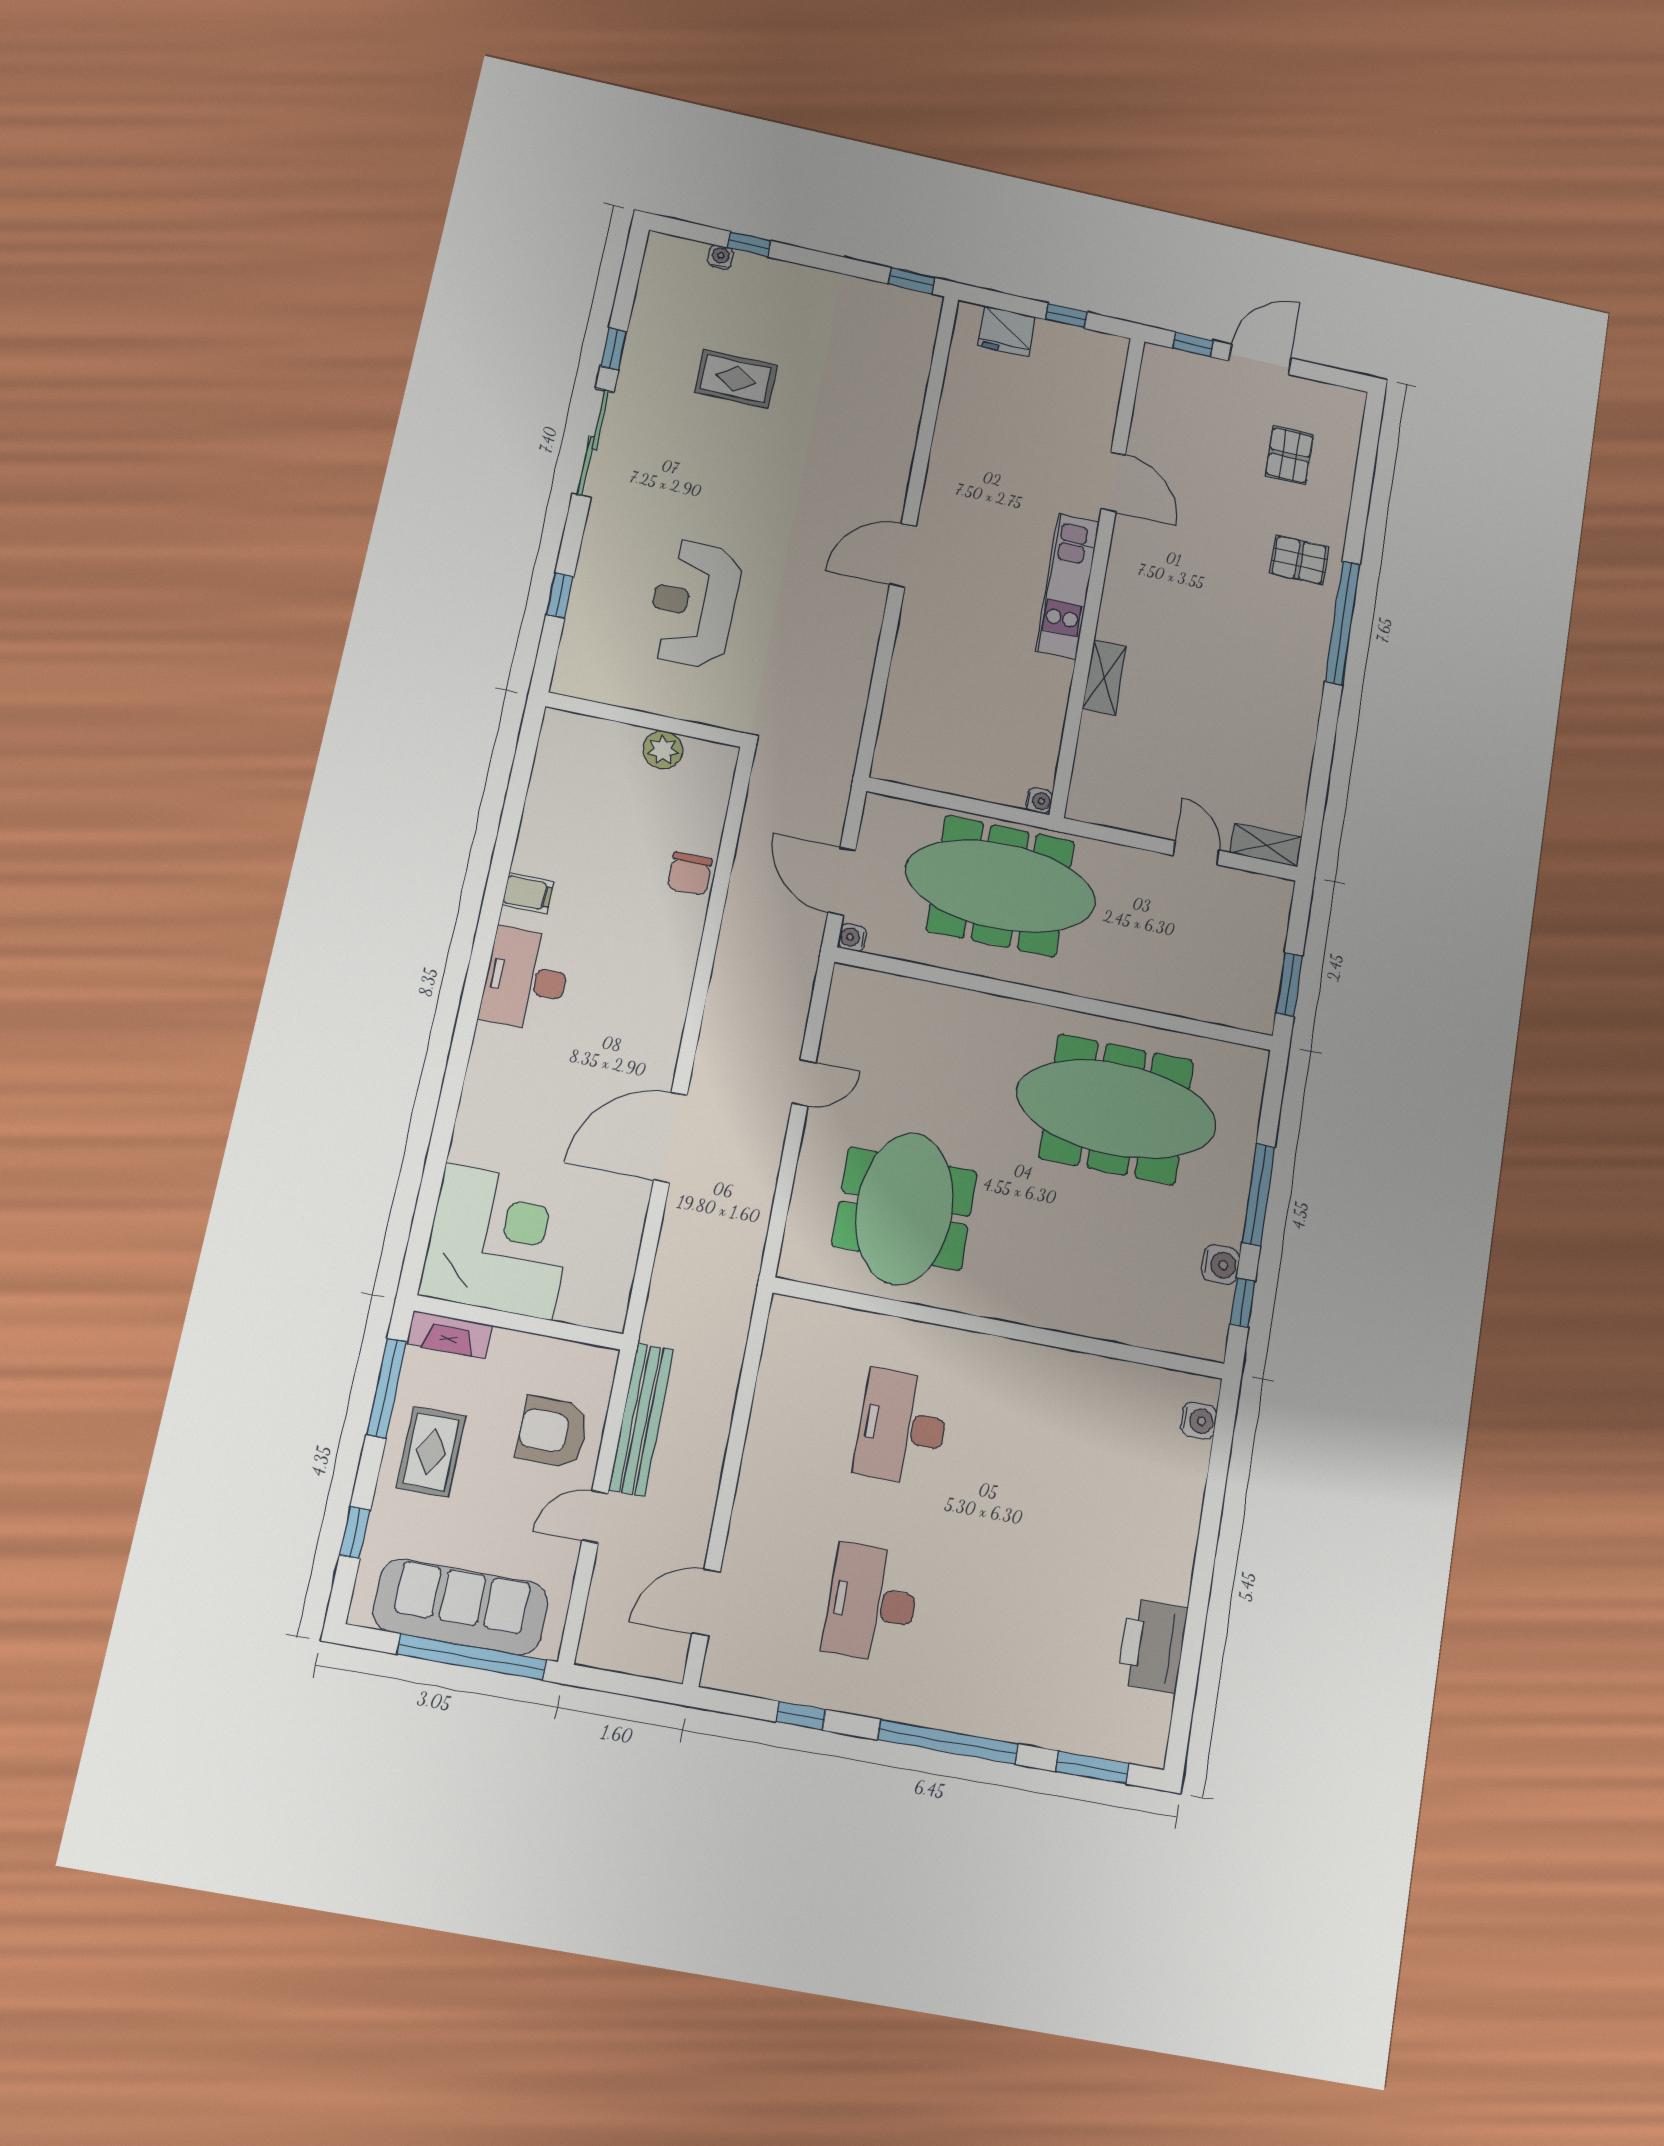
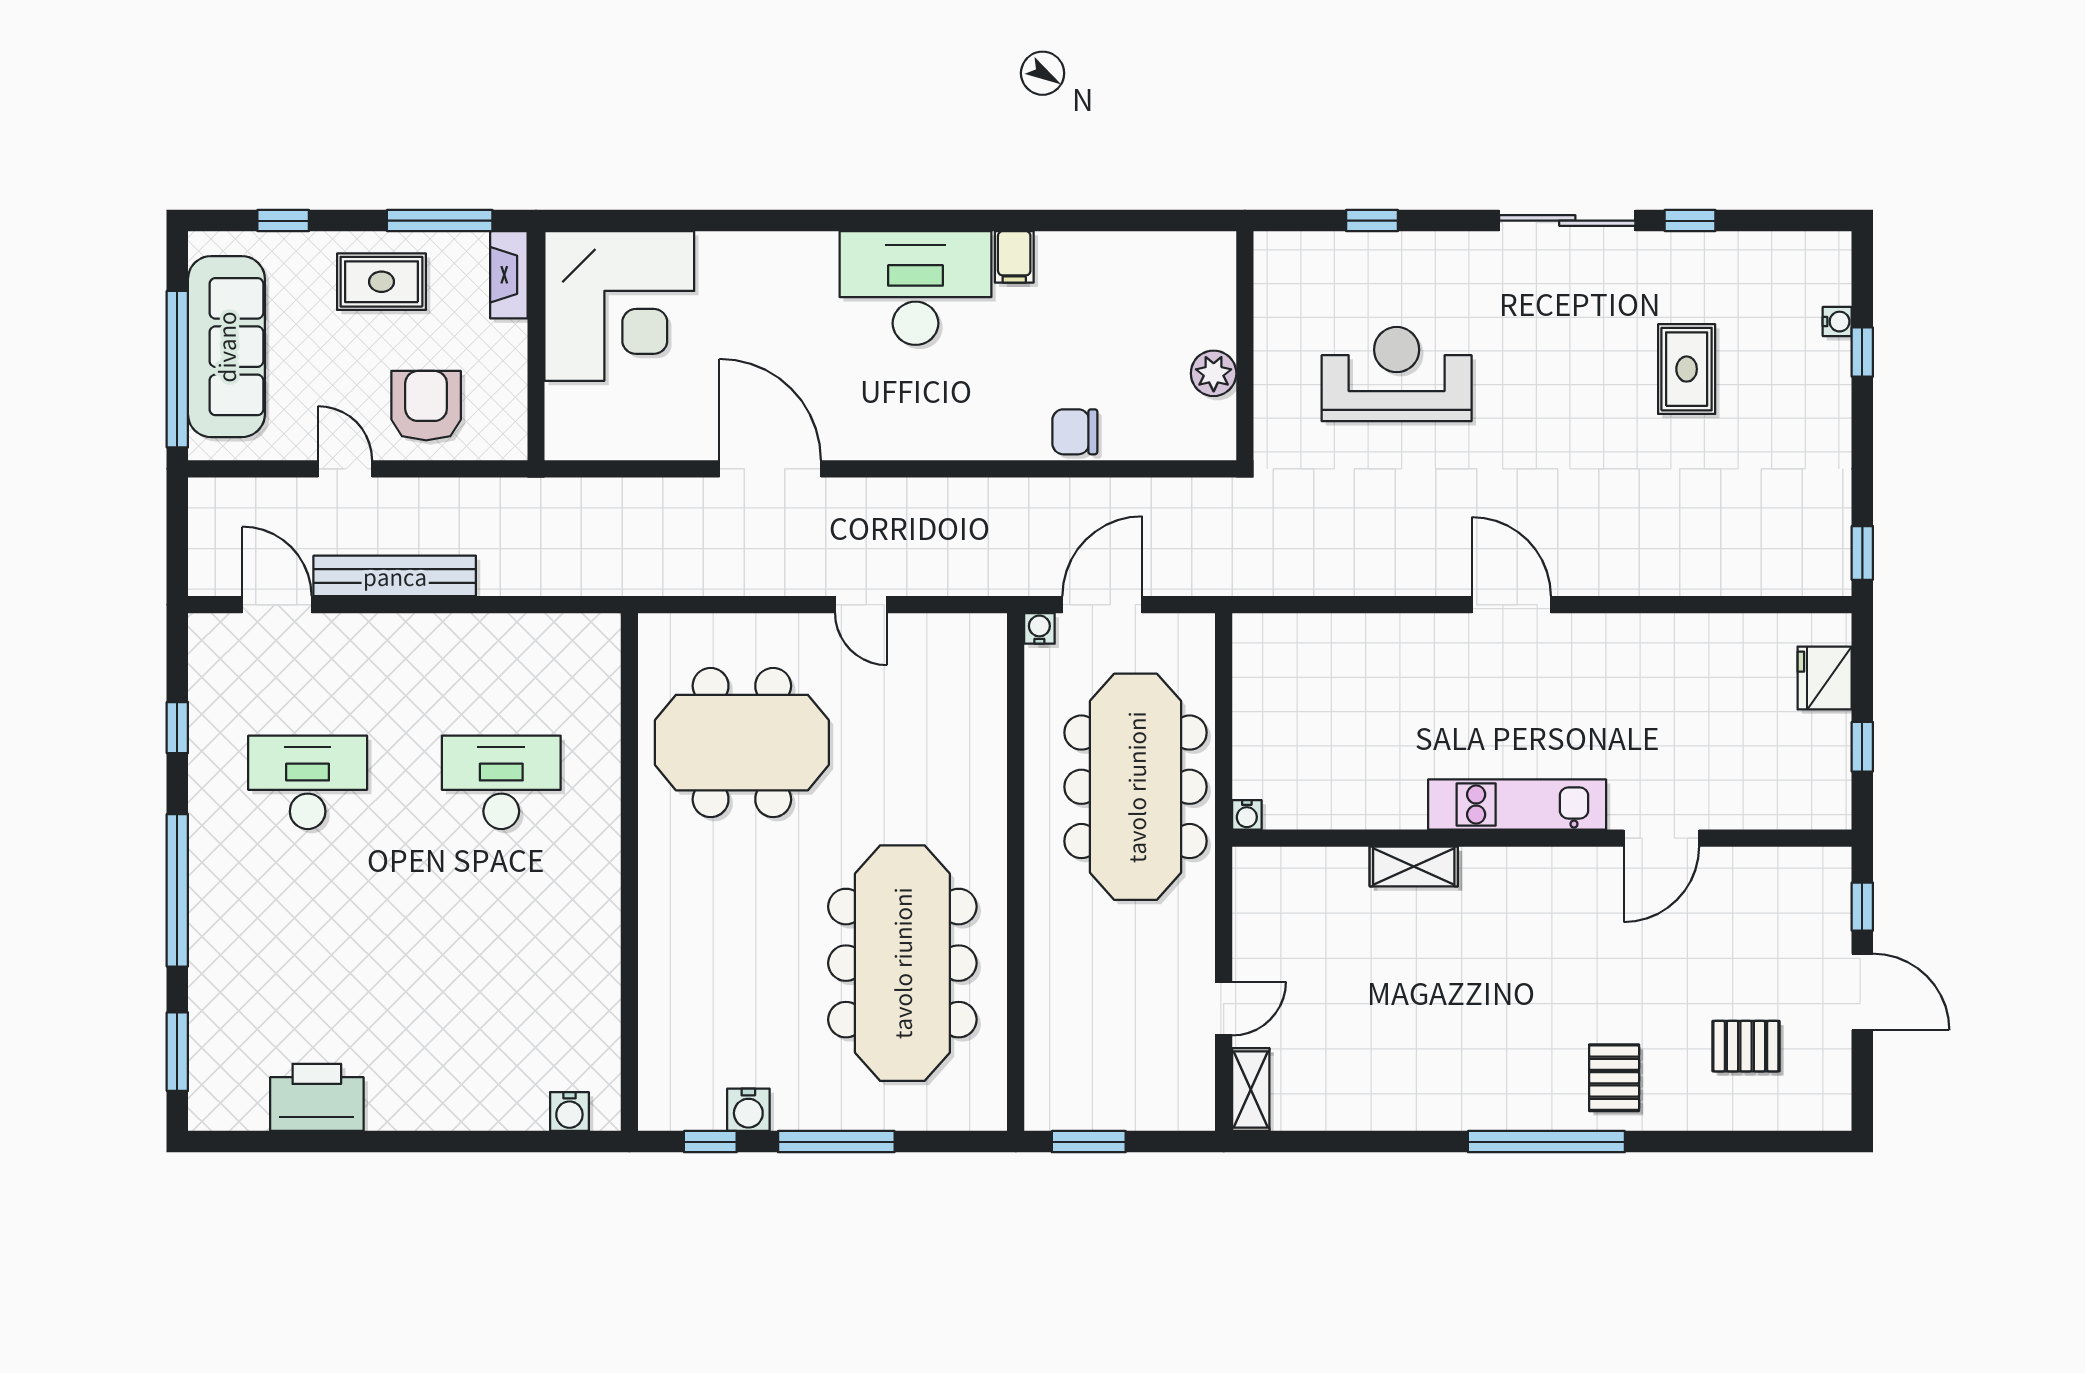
desk: (526, 979) -> (915, 288), width x1.36, depth x1.30
bench: (641, 1420) -> (395, 576), moved

